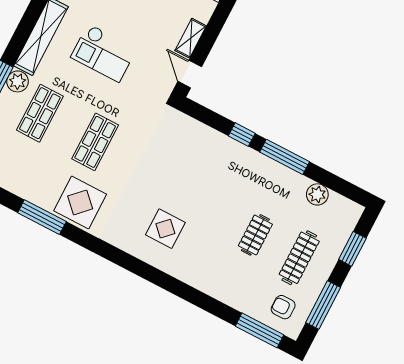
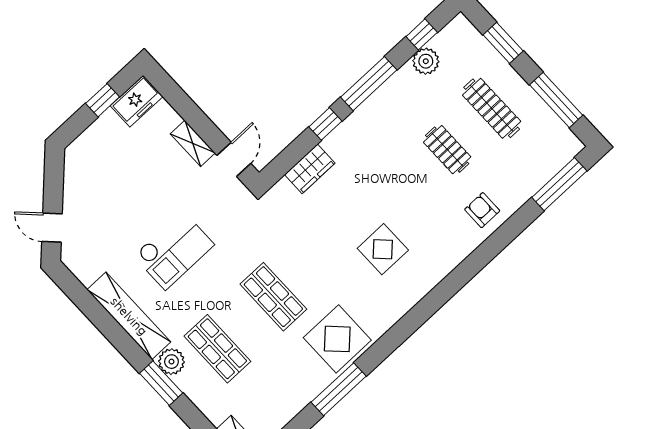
door: (190, 74) -> (234, 159), swing flipped
wardrobe: (203, 135) -> (310, 169), added
window: (337, 184) -> (422, 34), added
display table: (165, 229) -> (383, 249), moved
armchair: (283, 307) -> (482, 210), moved, turned 90

